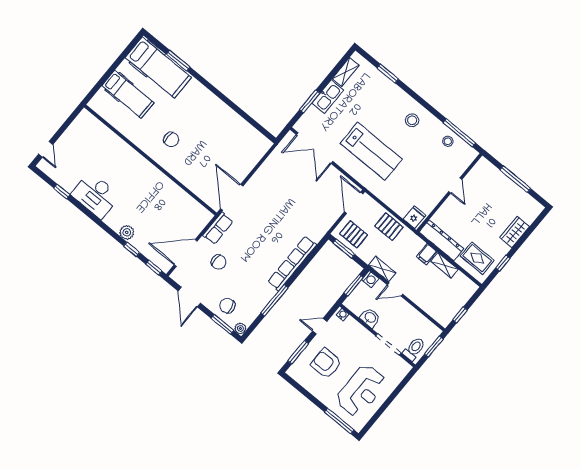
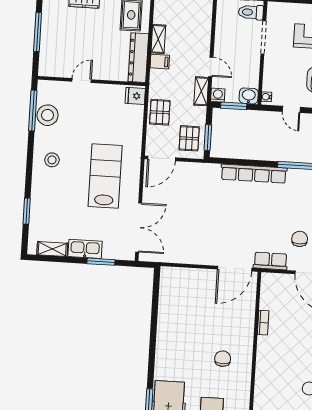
stool: (448, 141) -> (48, 115), width x1.89, depth x1.89
bookcase: (176, 189) -> (263, 323), added
washbasin: (370, 318) -> (249, 96), moved, turned 90

